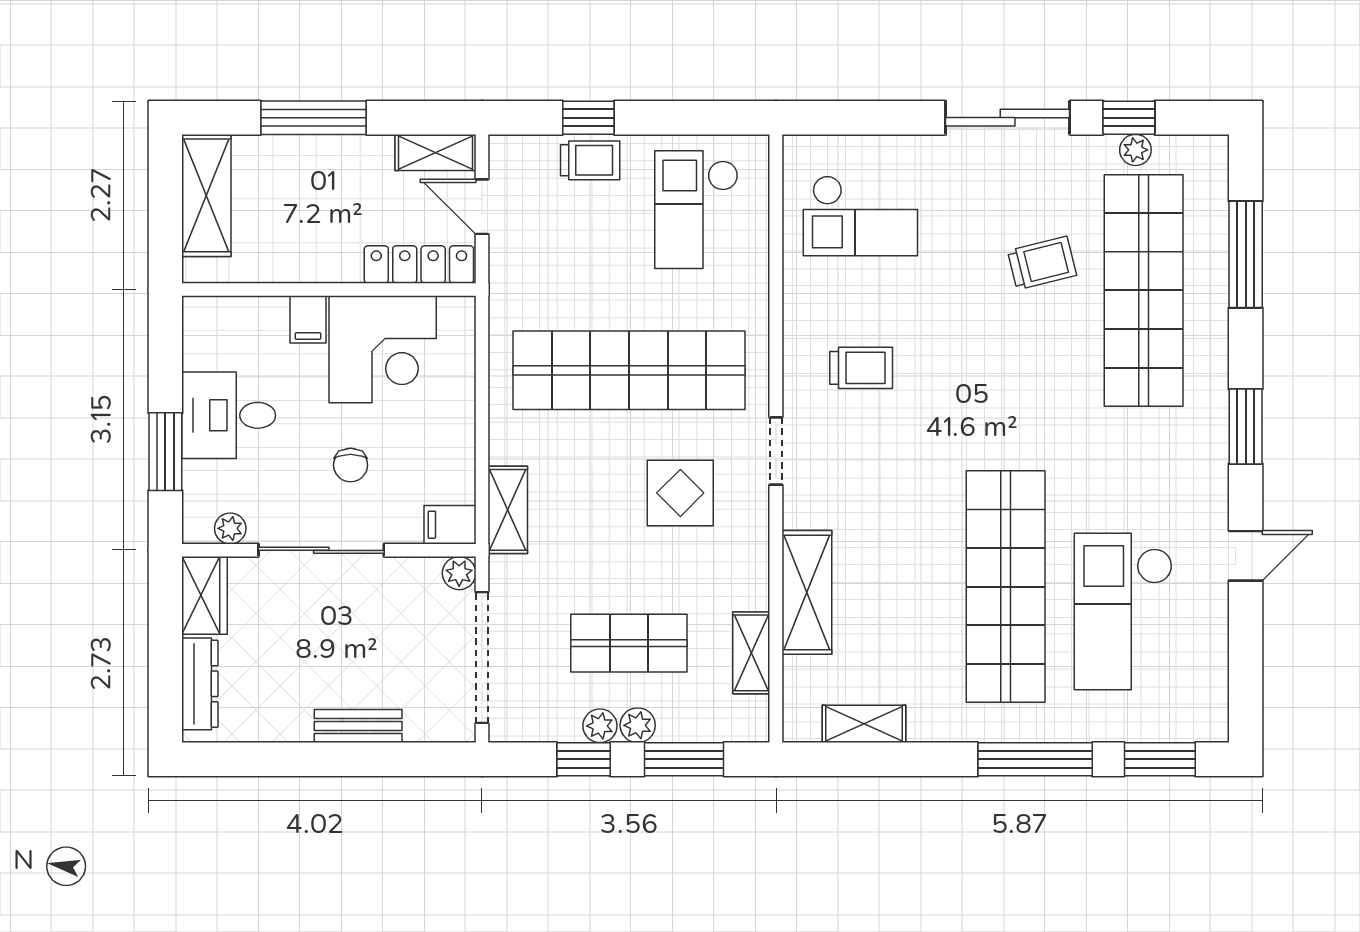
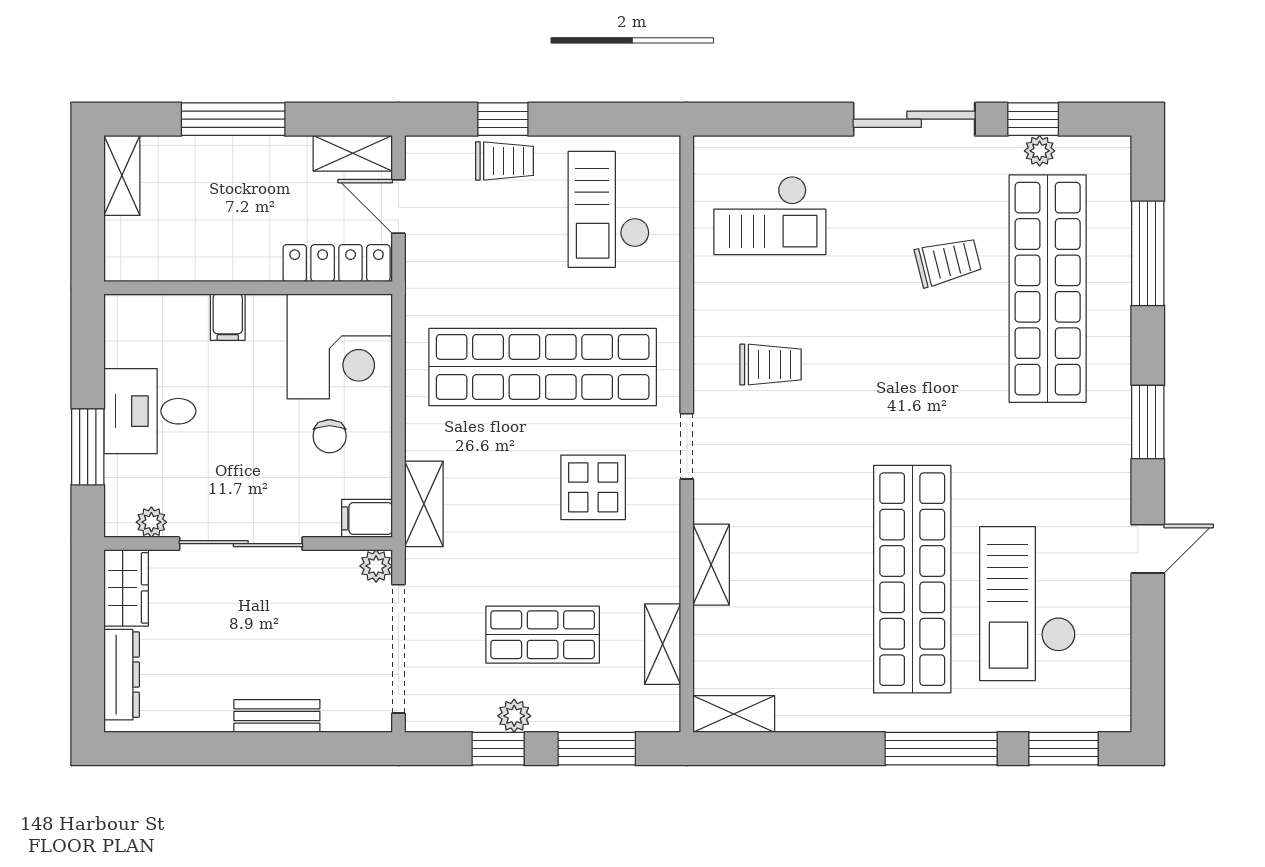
shelving: (206, 195) -> (122, 175), width x0.67, depth x0.75
corner desk: (383, 349) -> (340, 346), moved
chair: (351, 465) -> (330, 436), moved
shelving: (807, 592) -> (711, 565), width x0.67, depth x0.75
shelving: (864, 724) -> (734, 714), moved
plant: (638, 725) -> (551, 715), removed

